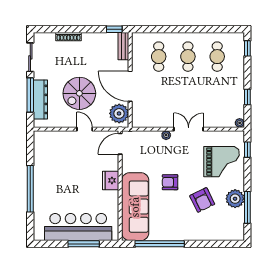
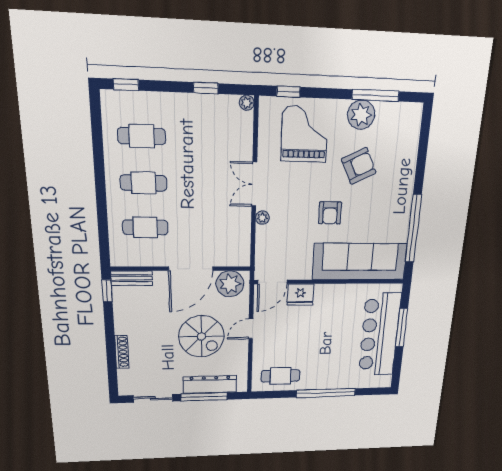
door: (120, 144) -> (272, 282), hinge flipped
cafe table: (46, 152) -> (280, 376), added
fridge: (111, 180) -> (300, 295), moved

